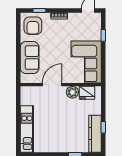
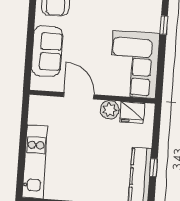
door: (52, 85) -> (79, 96), hinge flipped

